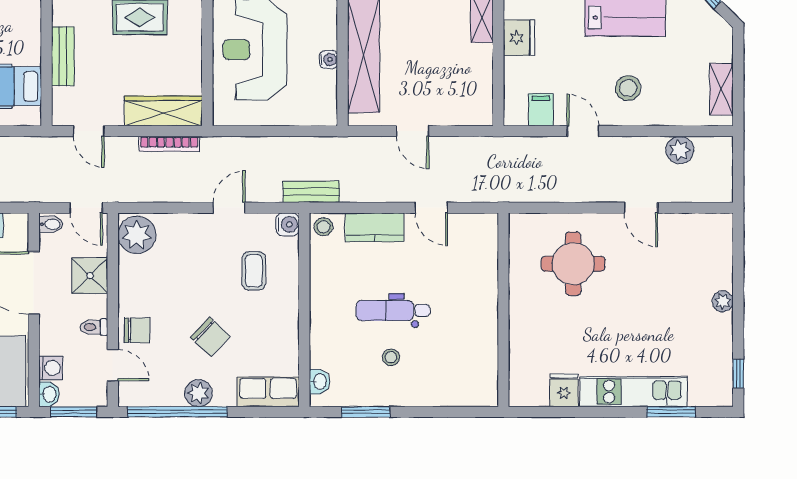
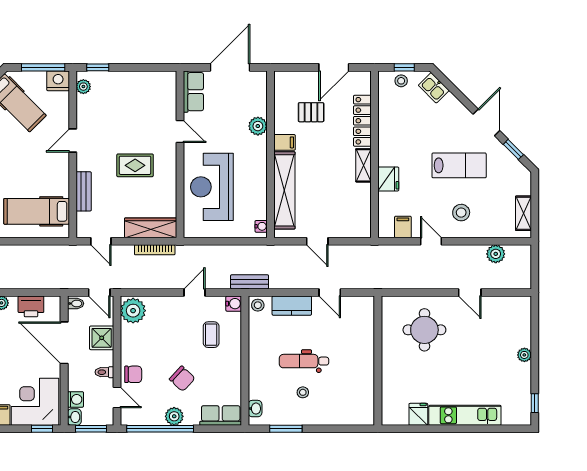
water cooler: (329, 60) -> (261, 226), moved
window: (671, 412) -> (490, 429), removed

